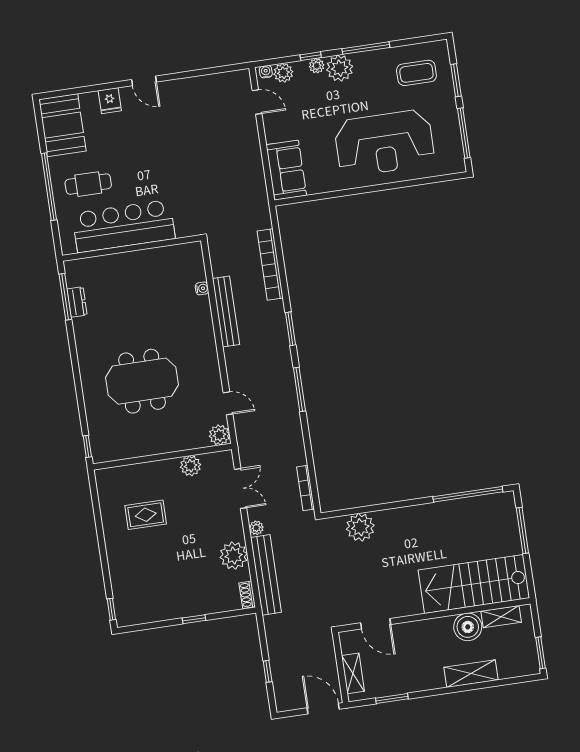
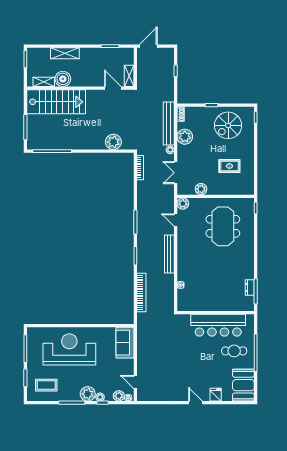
bench: (226, 312) -> (169, 254), moved
meeting table: (142, 381) -> (223, 226), moved, turned 90
spiral stairs: (159, 587) -> (228, 125), added
shelving: (353, 673) -> (129, 76), moved
door: (323, 709) -> (148, 46), swing flipped

